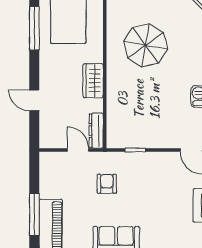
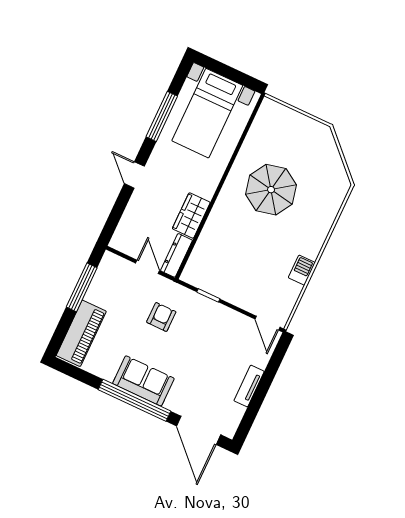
wardrobe: (93, 81) -> (191, 216), moved
door: (34, 100) -> (134, 175), moved
window: (34, 214) -> (82, 287), moved

